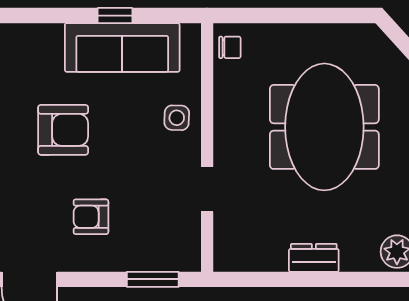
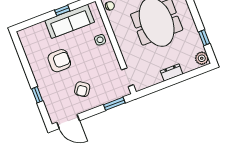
doorway: (207, 189) -> (128, 77), moved
armchair: (91, 217) -> (82, 89), turned -55

